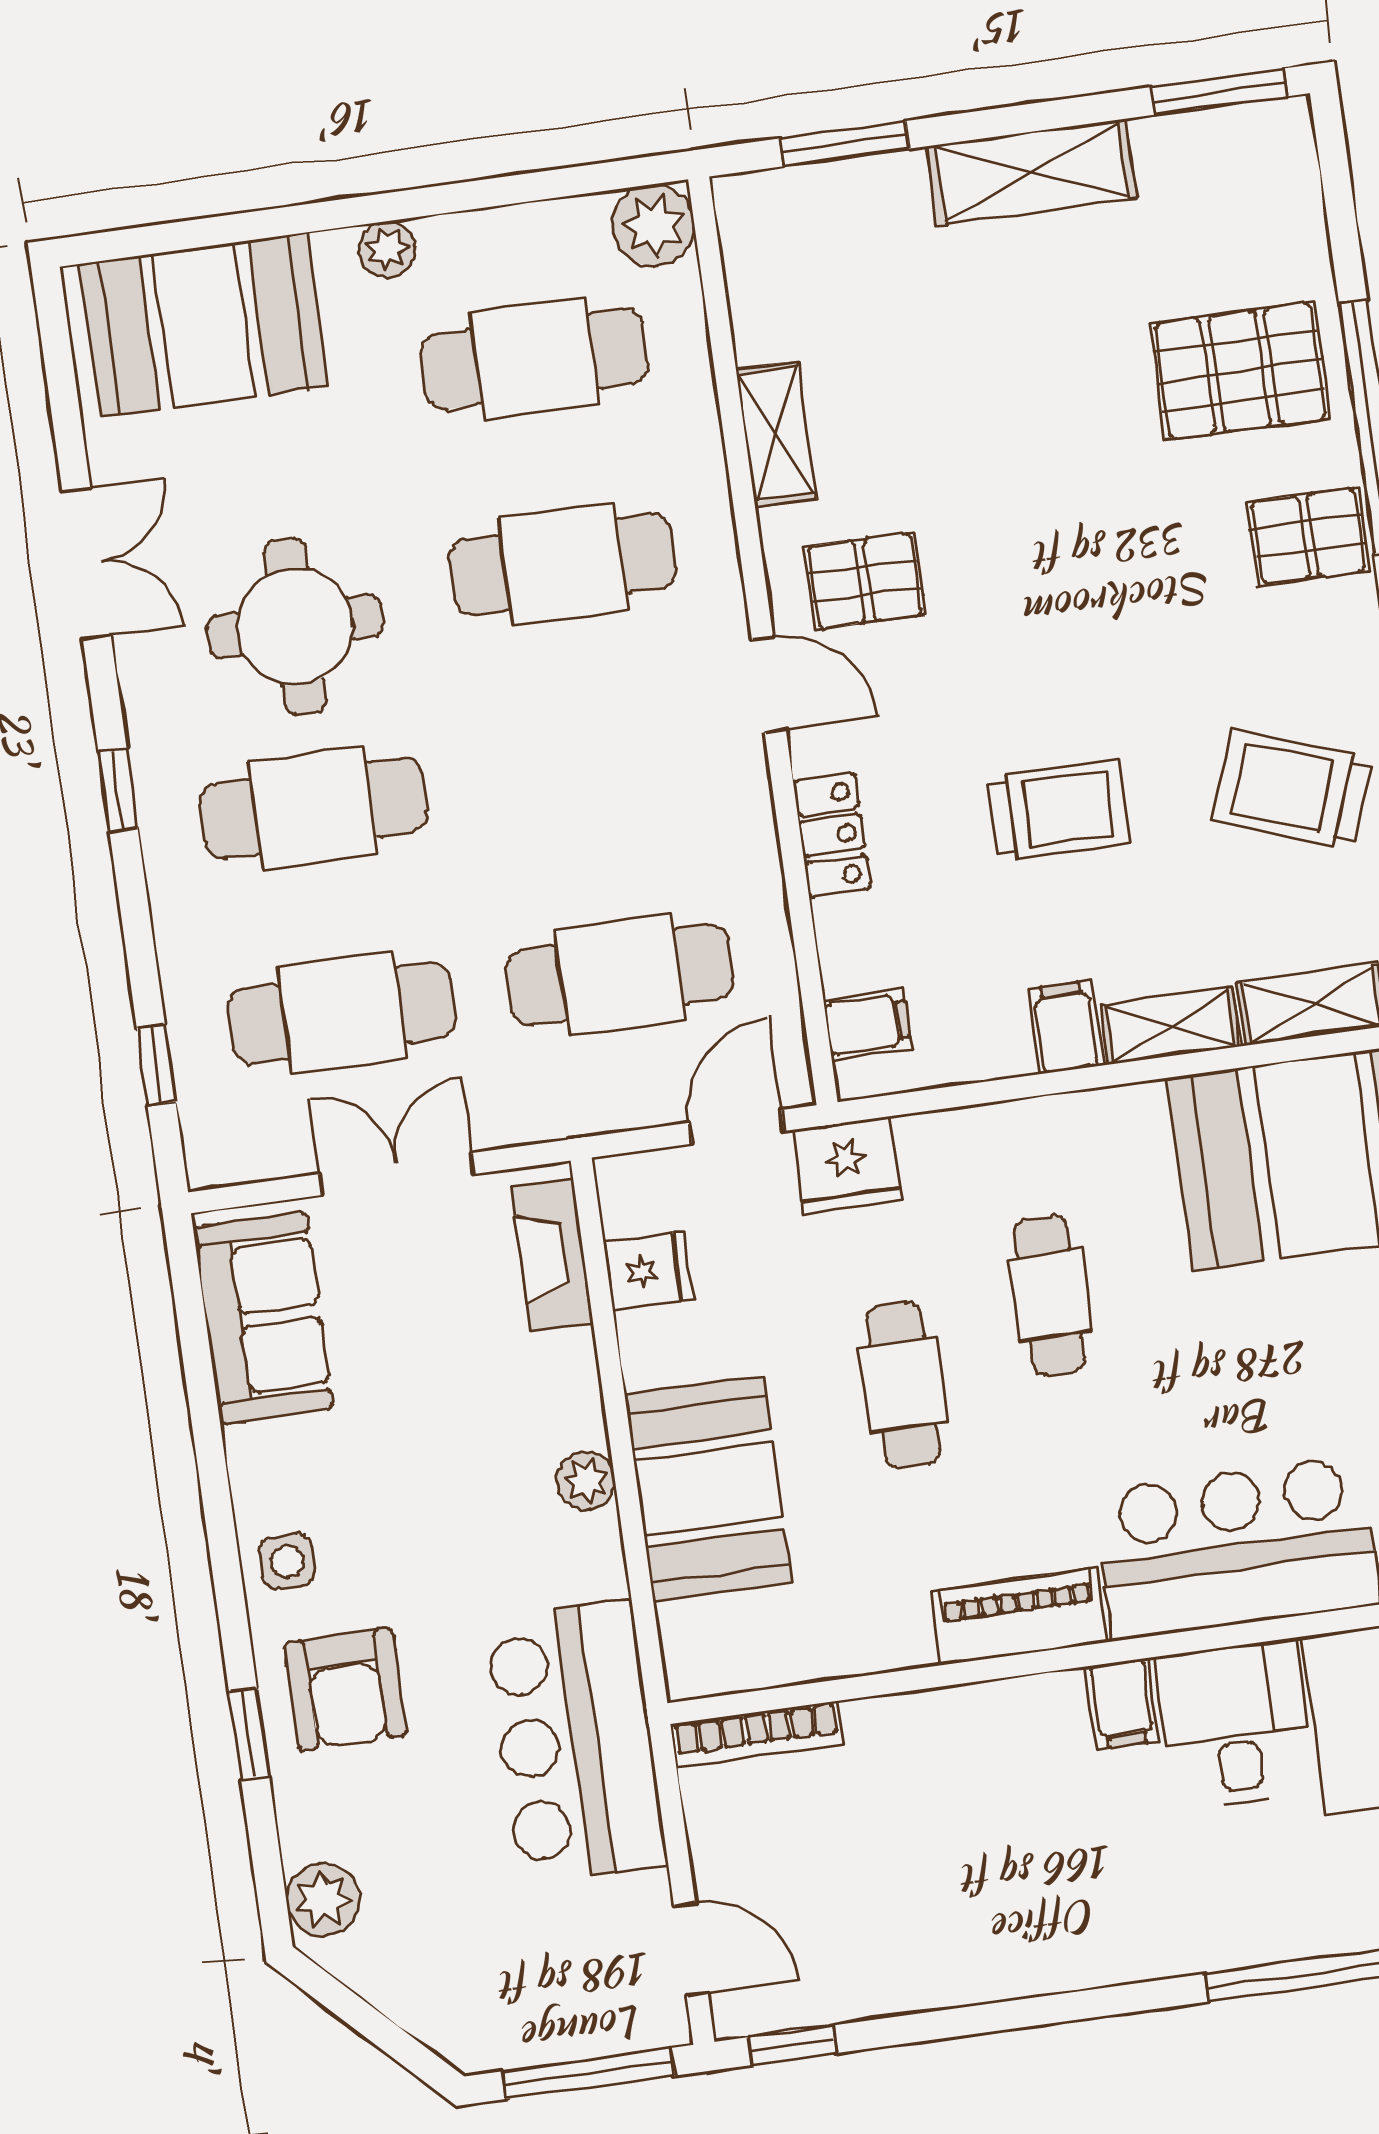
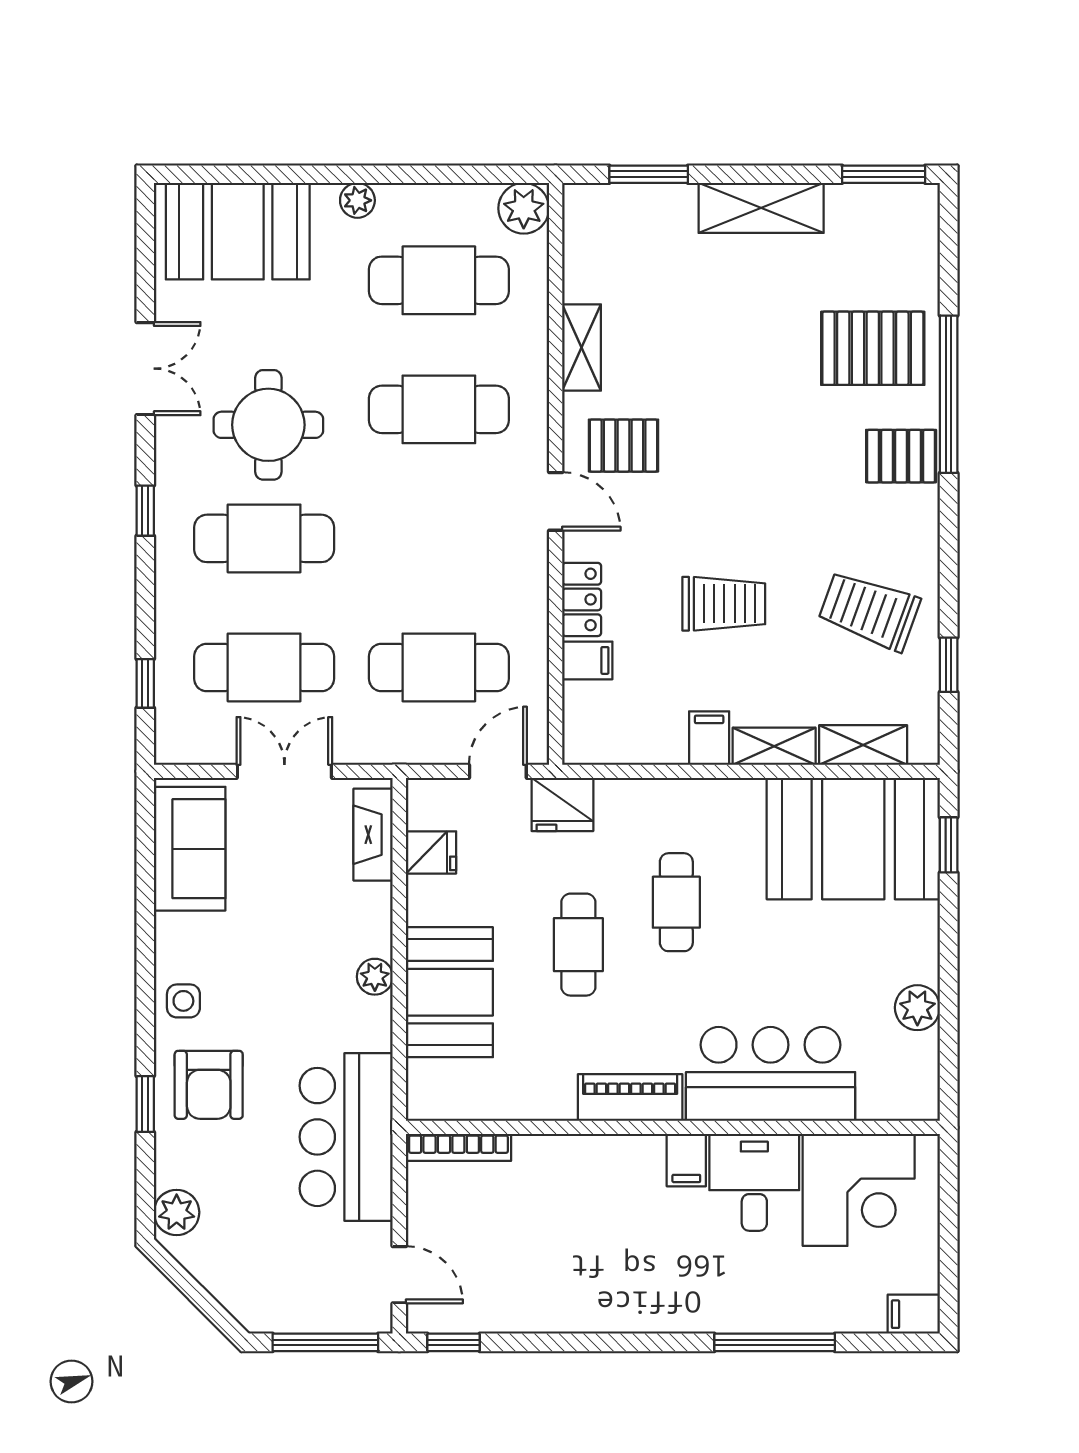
filing cabinet: (867, 1025) -> (587, 660), moved

